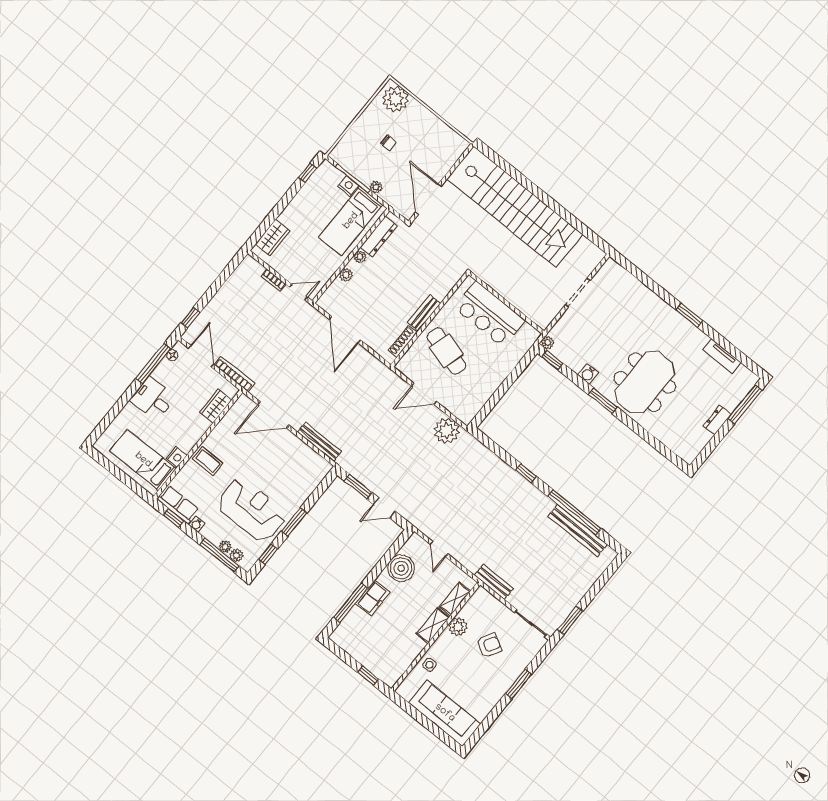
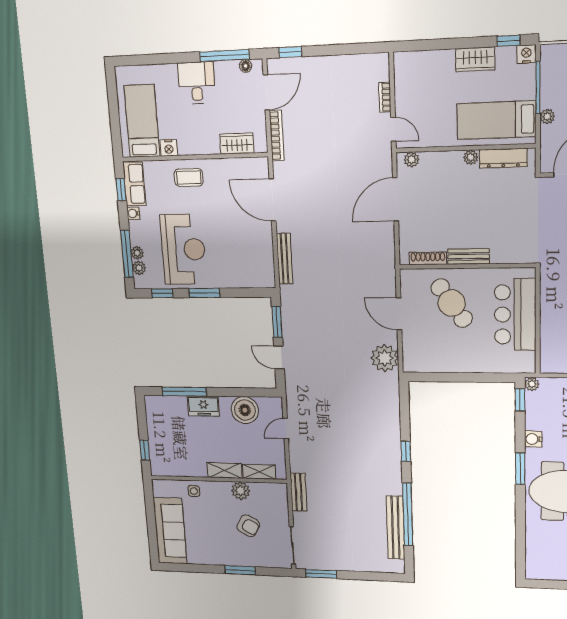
nightstand: (348, 186) -> (526, 54), moved, turned -90
wardrobe: (273, 237) -> (475, 59), moved
plant: (346, 275) -> (412, 160), moved
cafe table: (446, 351) -> (452, 303), turned -51
coffee table: (208, 461) -> (189, 177), turned 90

